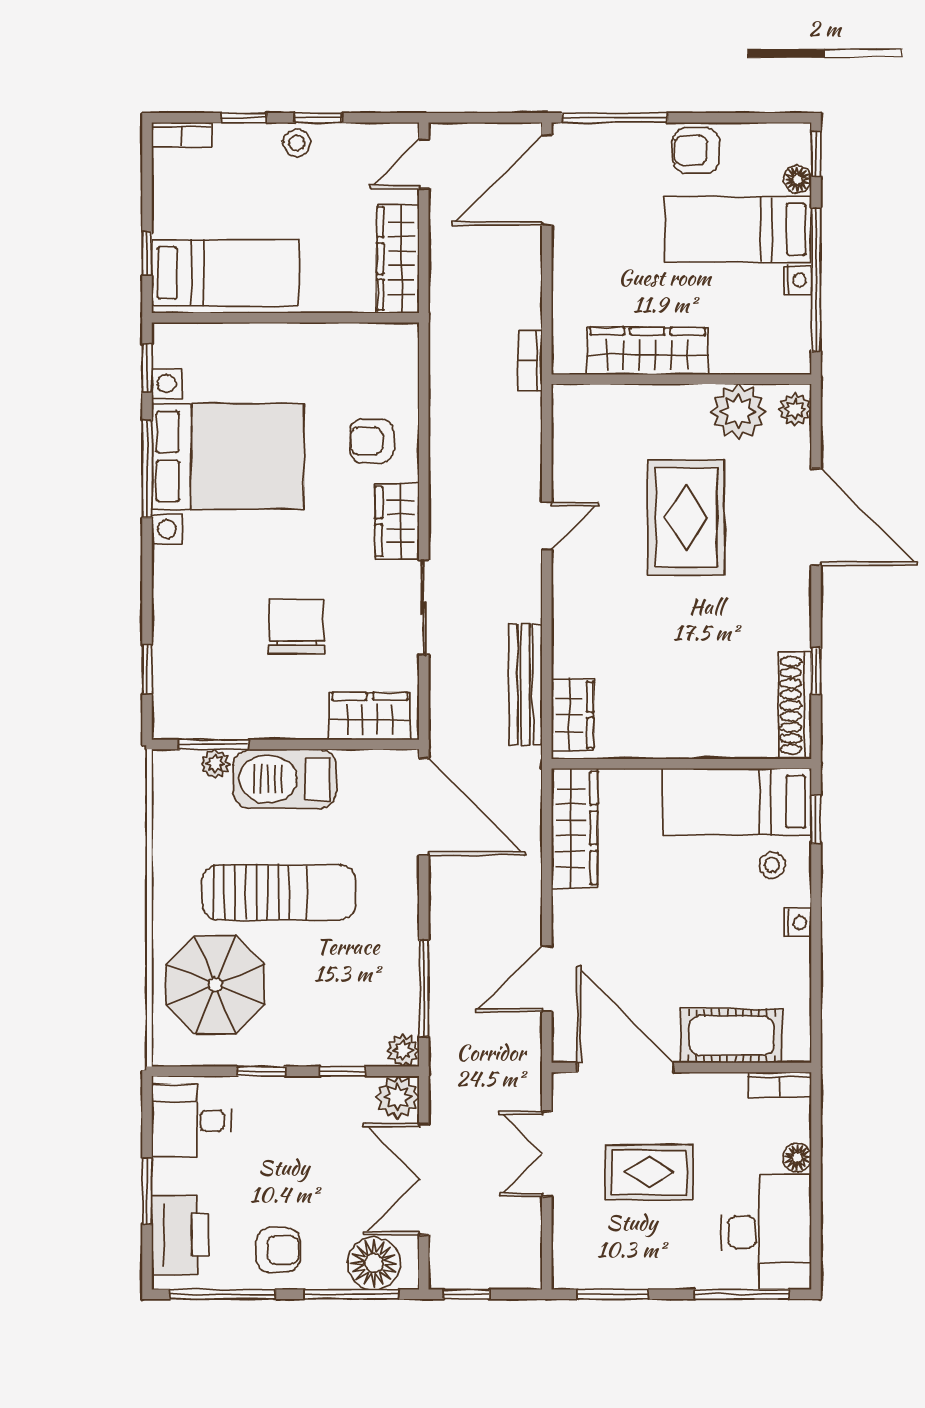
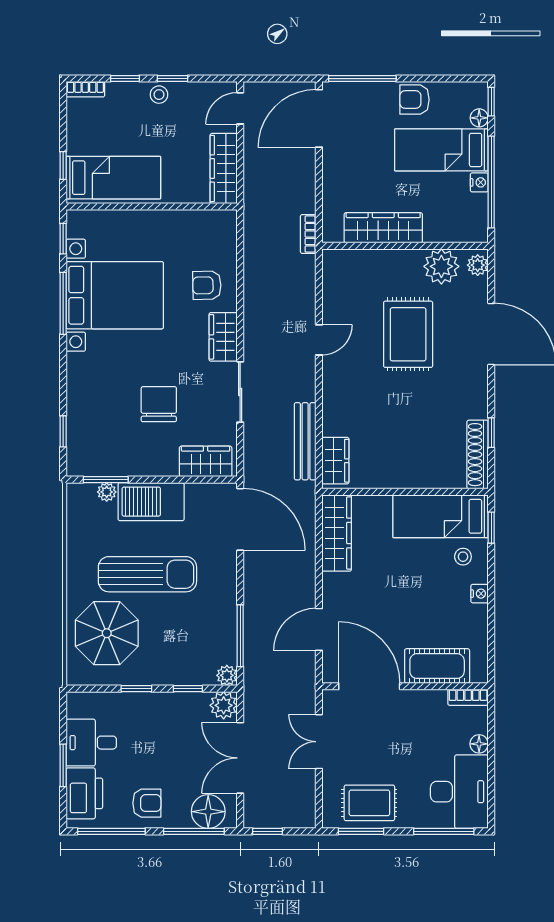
desk: (191, 1121) -> (91, 743), moved
rug: (649, 1172) -> (369, 803), moved

